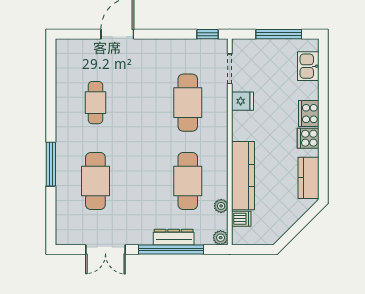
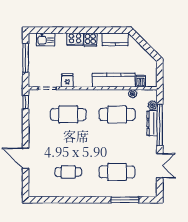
window: (51, 164) -> (125, 200), moved
plant: (221, 238) -> (152, 105), moved

